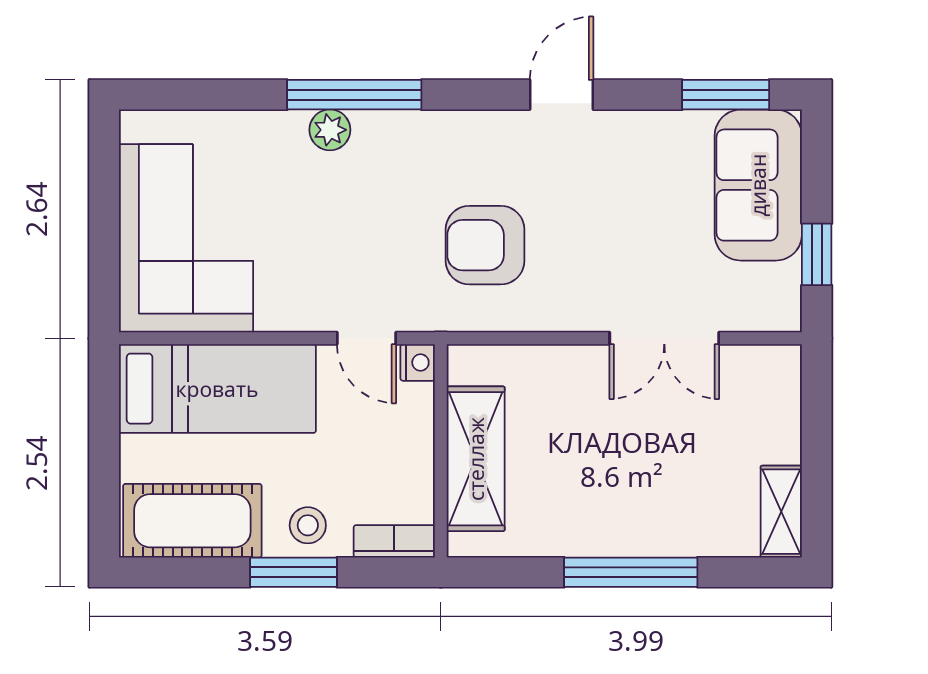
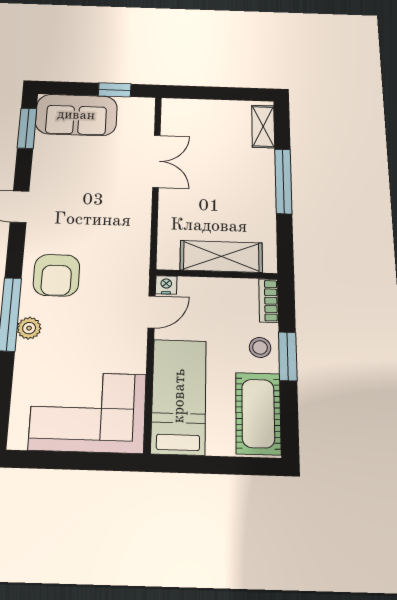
armchair: (485, 245) -> (57, 275), moved
shelving: (781, 512) -> (263, 126), moved, turned 90

